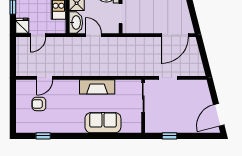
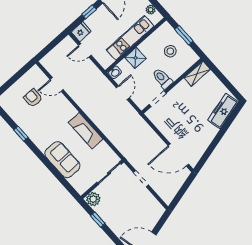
washbasin: (76, 23) -> (115, 72), width x0.52, depth x0.69
plant: (152, 126) -> (93, 199), added
window: (43, 136) -> (21, 134), moved

